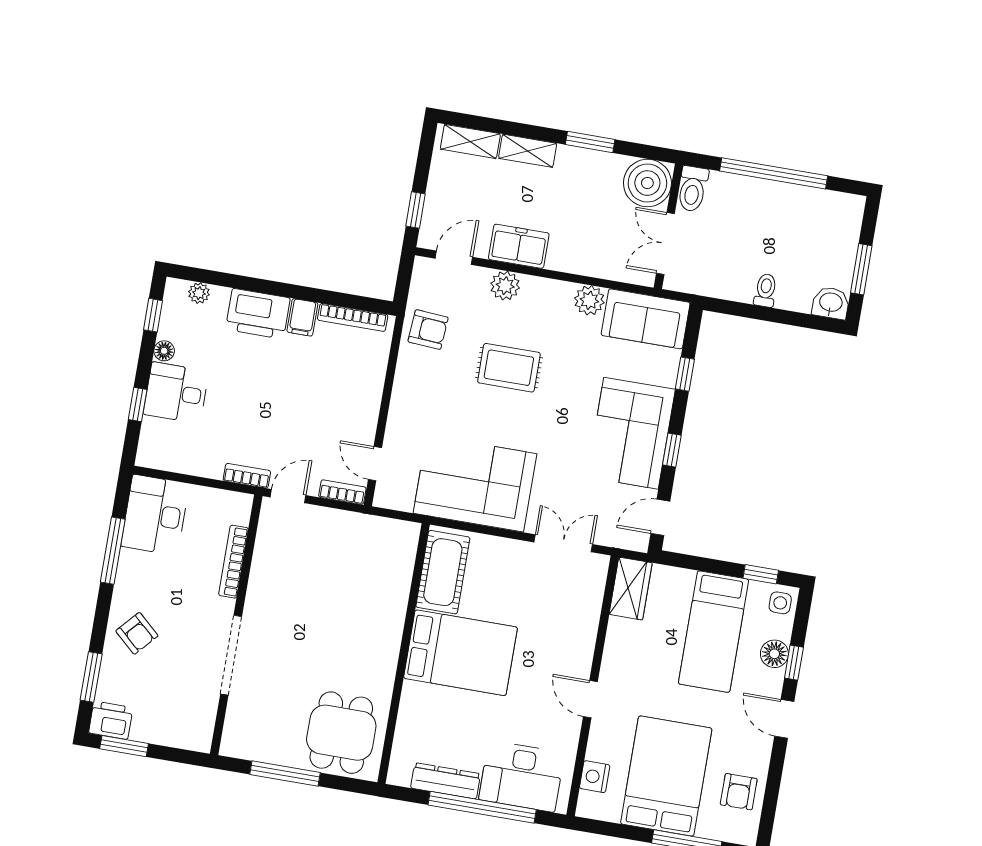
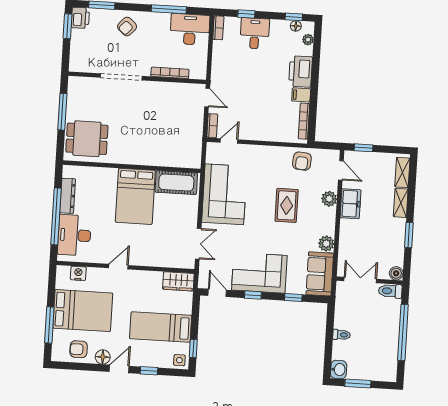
boiler: (647, 183) -> (396, 273), width x0.54, depth x0.54
floor lamp: (164, 351) -> (296, 26), moved
bookcase: (247, 476) -> (218, 28), moved
floor lamp: (774, 654) -> (103, 357), moved

